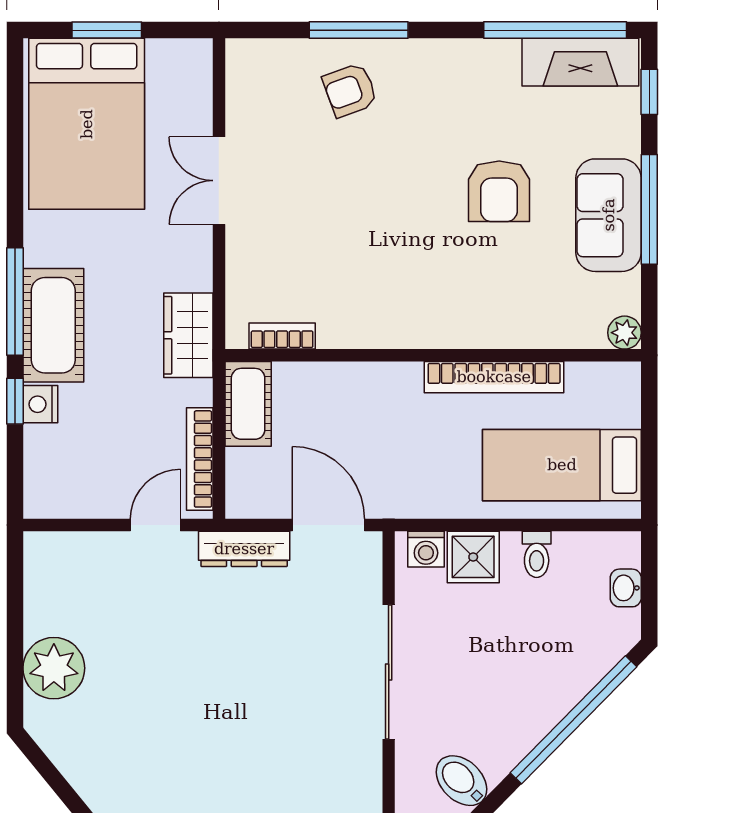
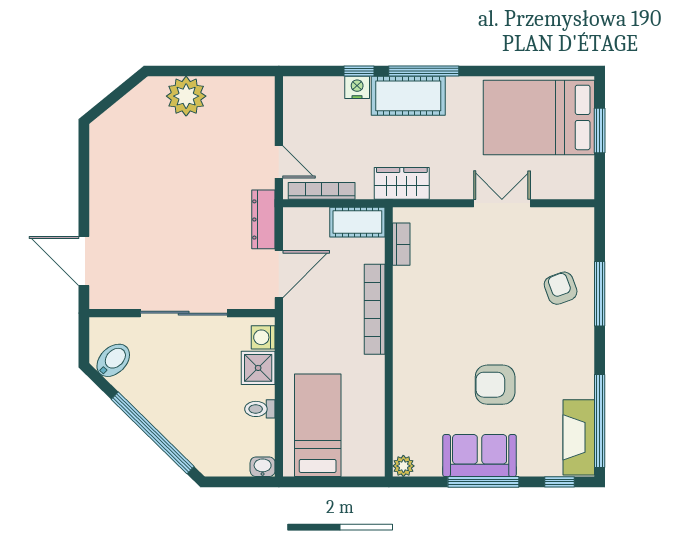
bookcase: (494, 377) -> (375, 309), moved
washbasin: (626, 588) -> (263, 467), moved

